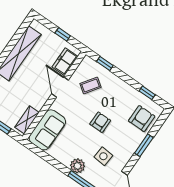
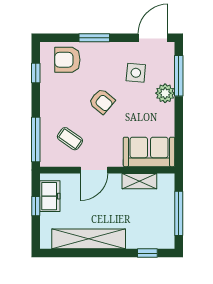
freezer: (65, 62) -> (50, 196), moved, turned -90
window: (105, 64) -> (36, 140), width x2.17
shelving: (27, 120) -> (139, 181), moved
armchair: (100, 122) -> (102, 101), turned -140

